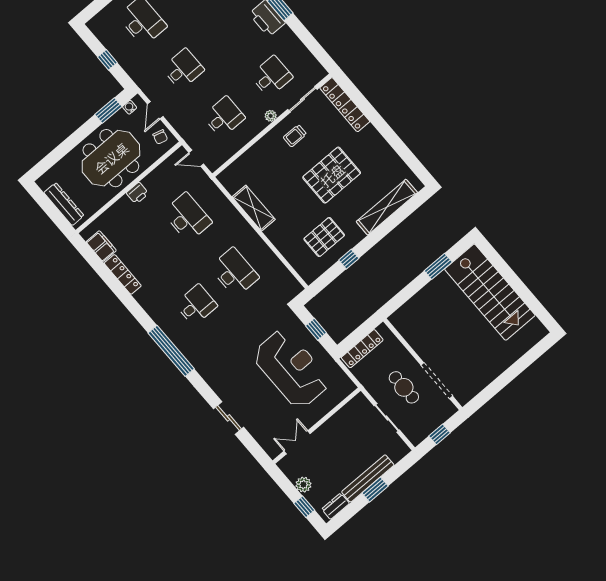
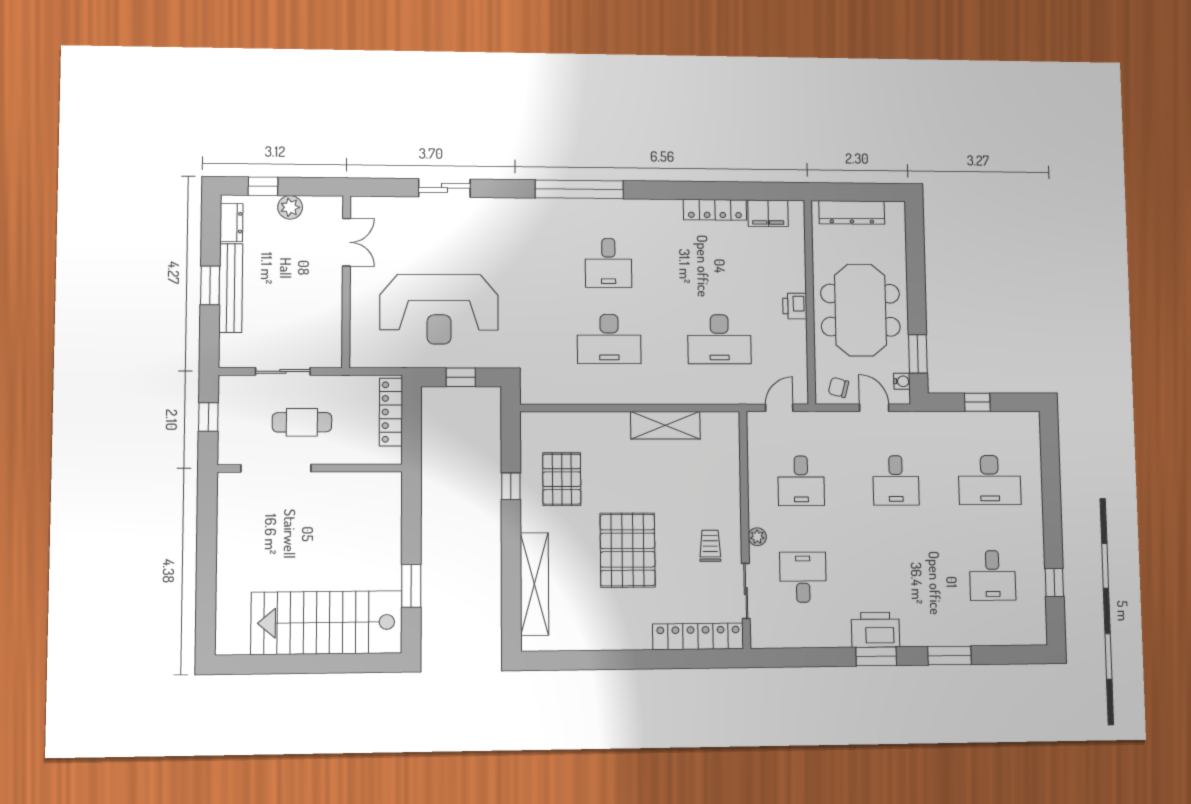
desk: (271, 76) -> (803, 577), turned 180

